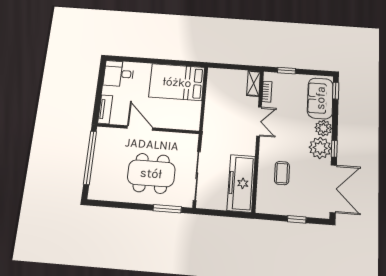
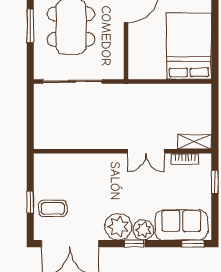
window: (334, 149) -> (134, 244), moved
coffee table: (282, 173) -> (53, 208), moved
freezer: (241, 183) -> (68, 135), removed
window: (167, 209) -> (30, 26), moved

